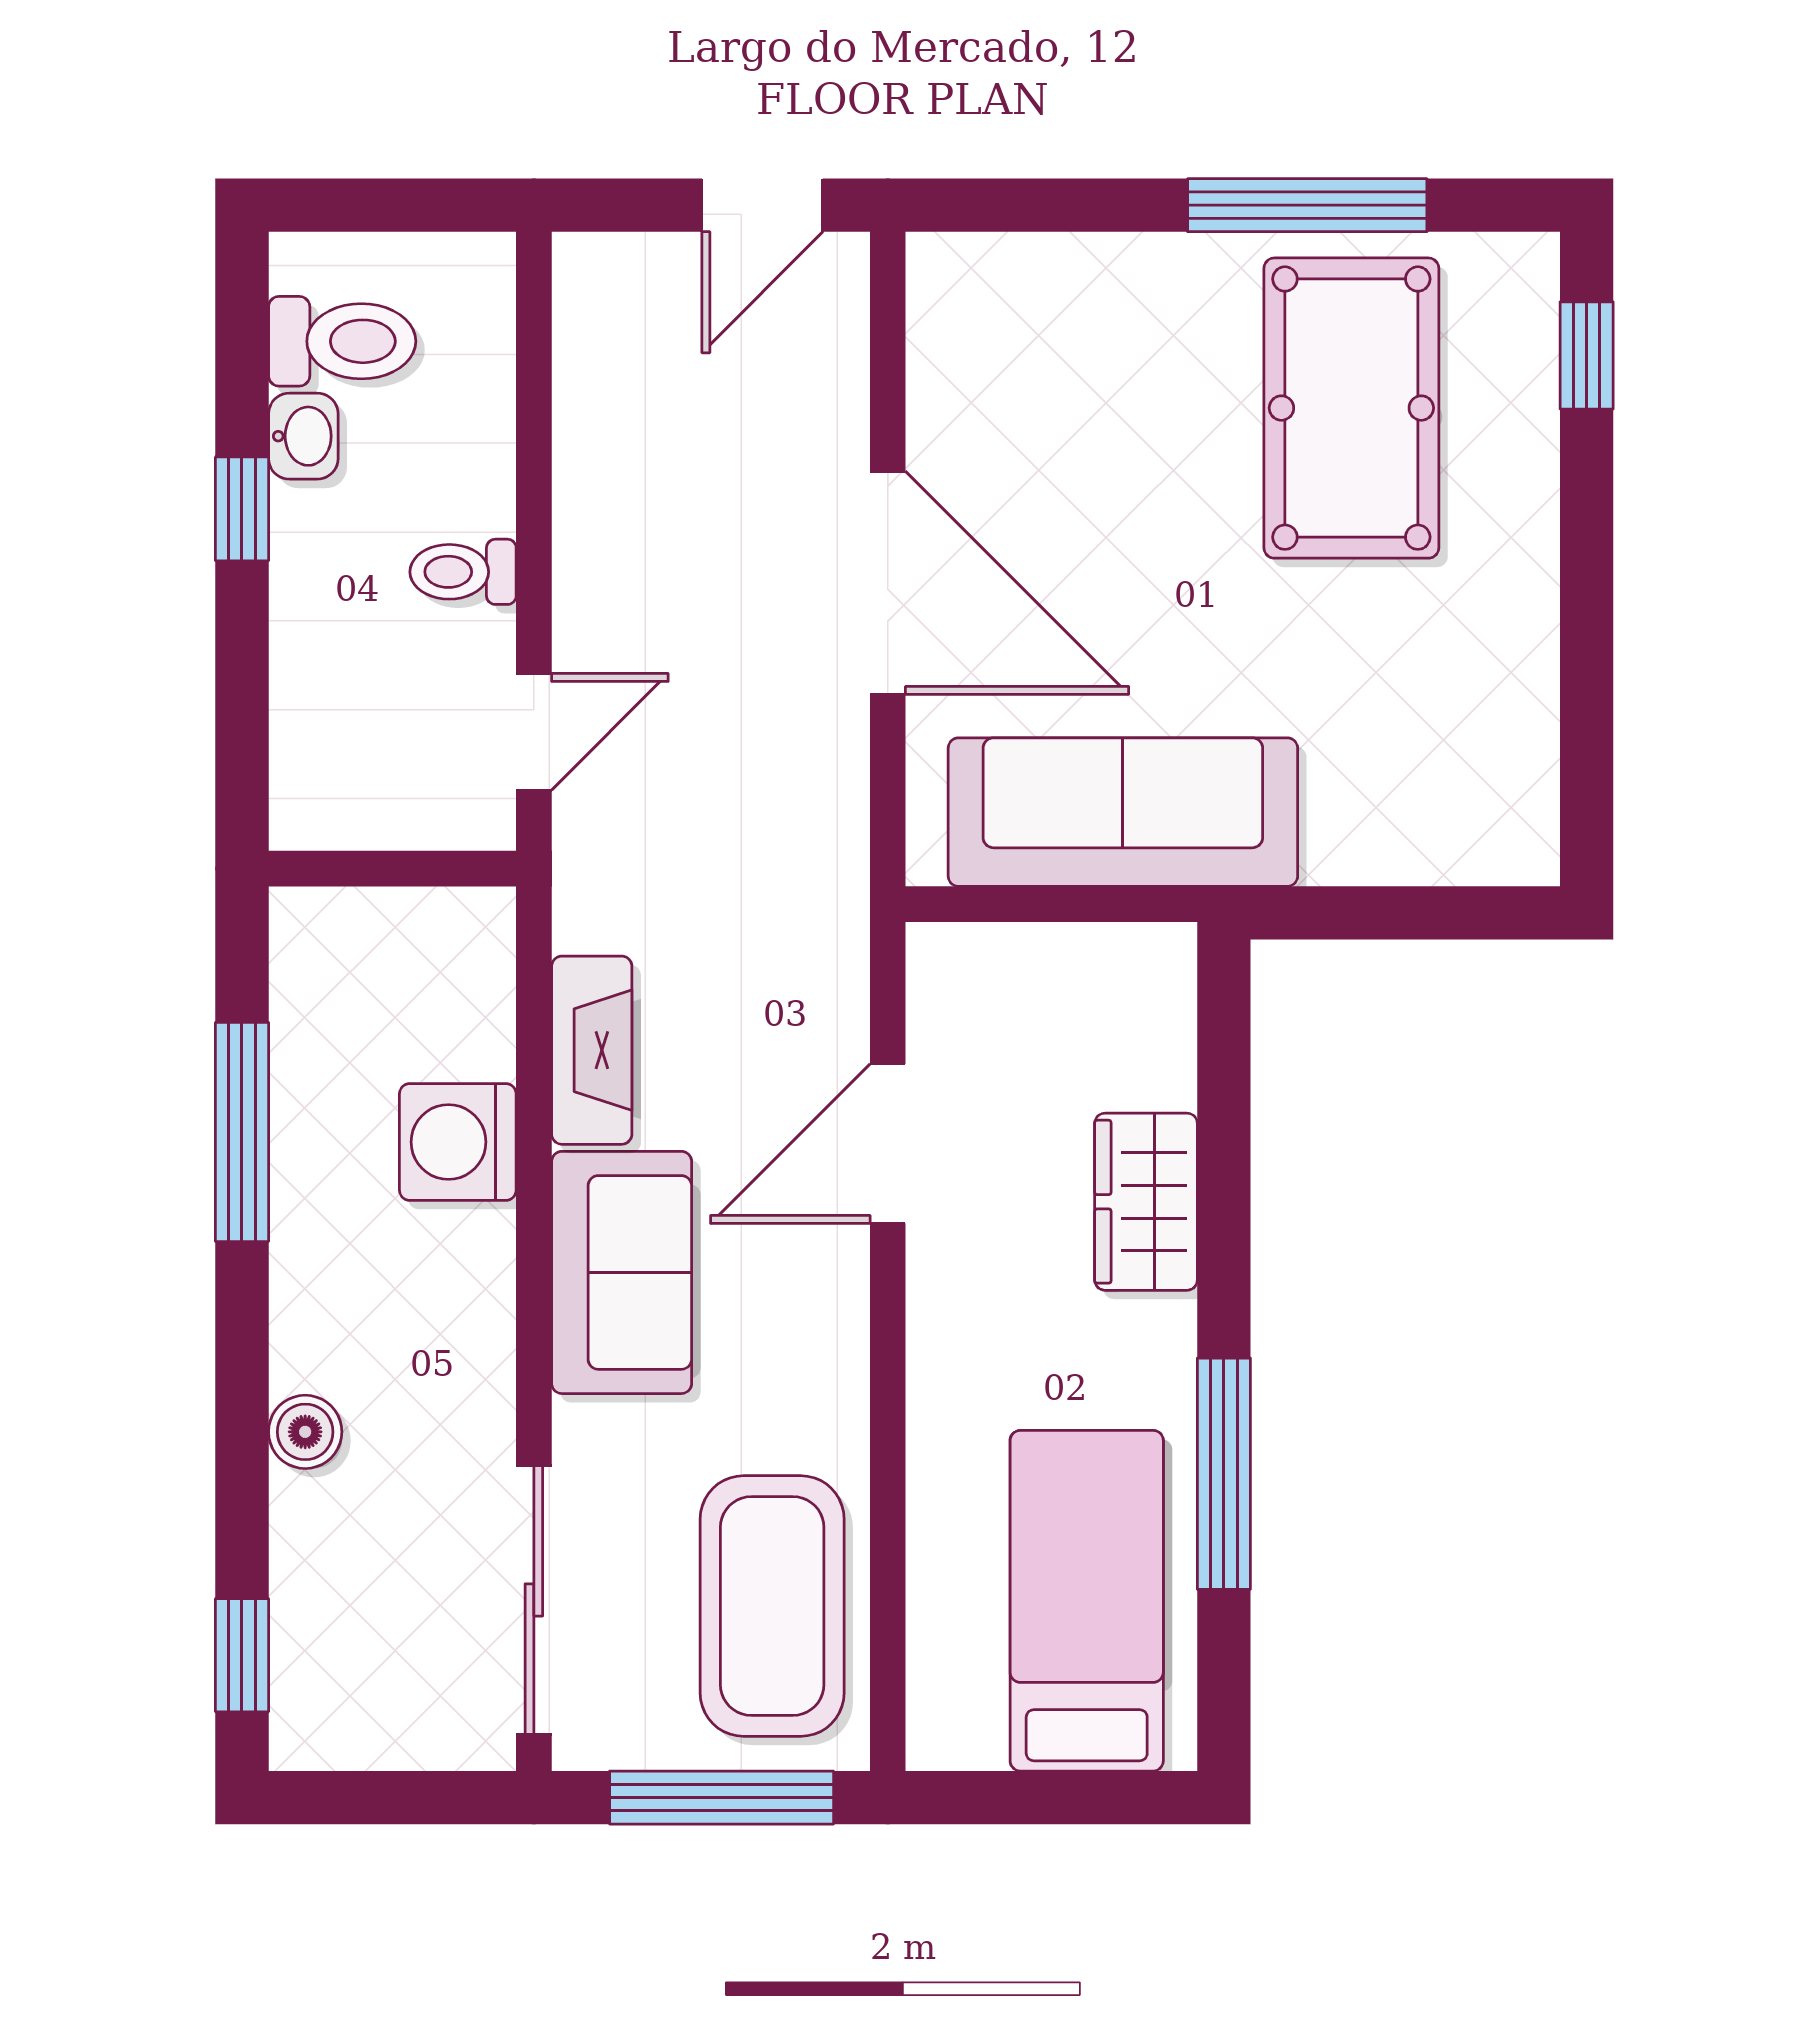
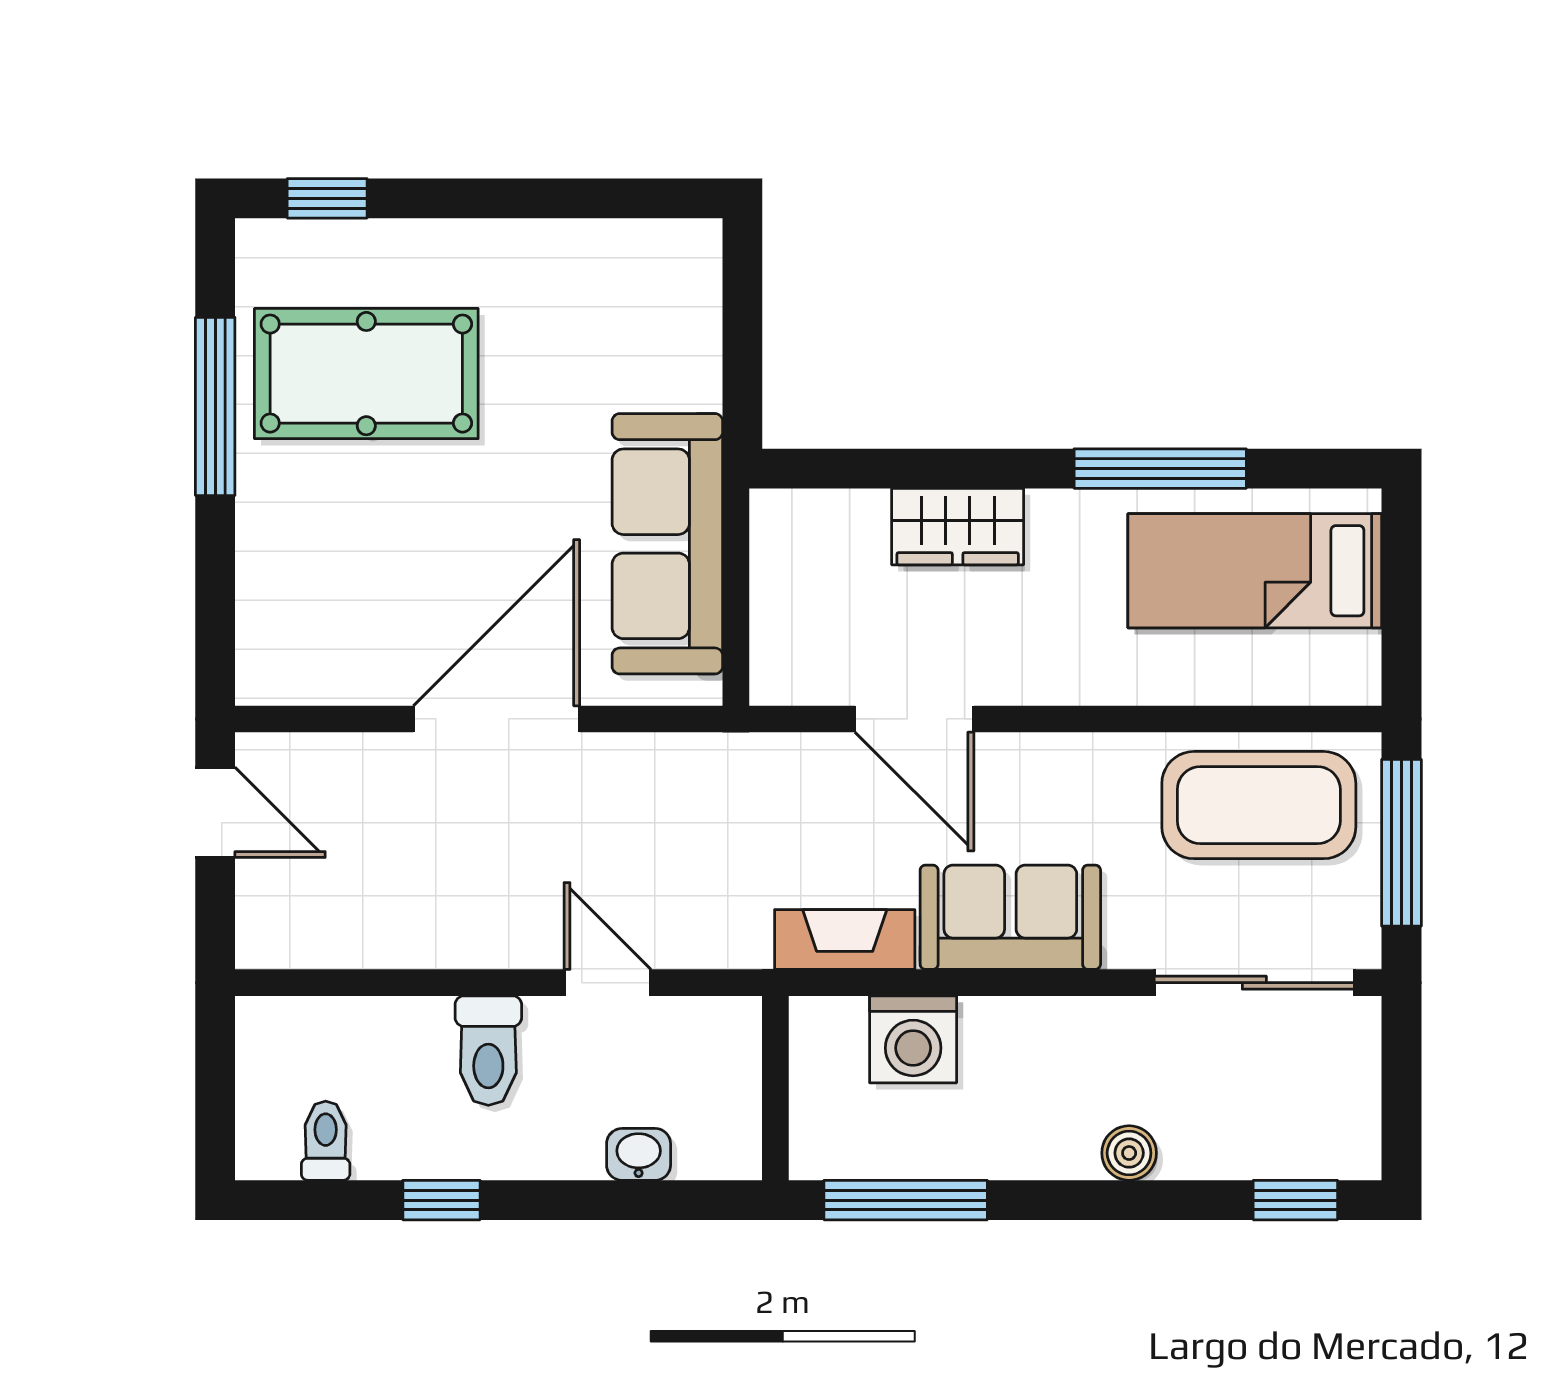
toilet: (342, 341) -> (326, 1141), width x0.73, depth x0.72
washbasin: (303, 436) -> (639, 1154), moved
toilet: (463, 572) -> (488, 1051), width x1.37, depth x1.39
wall: (392, 869) -> (775, 1088), moved

